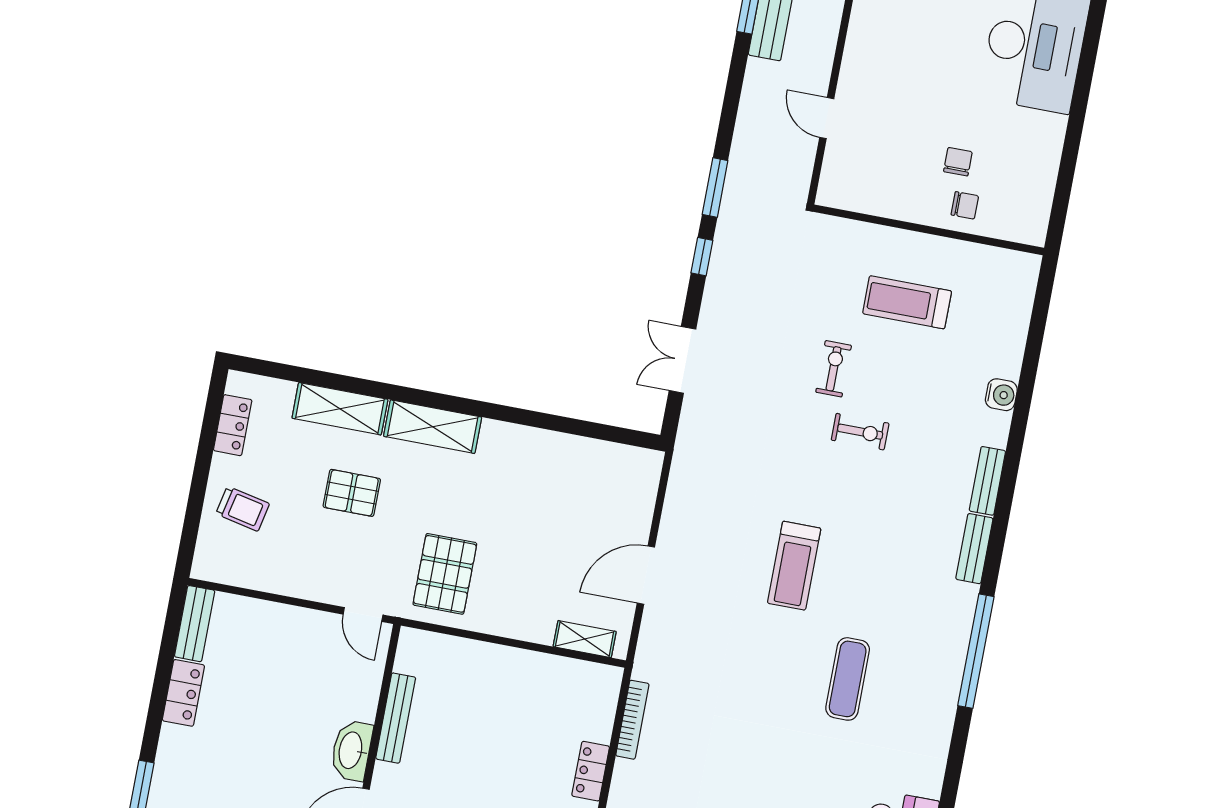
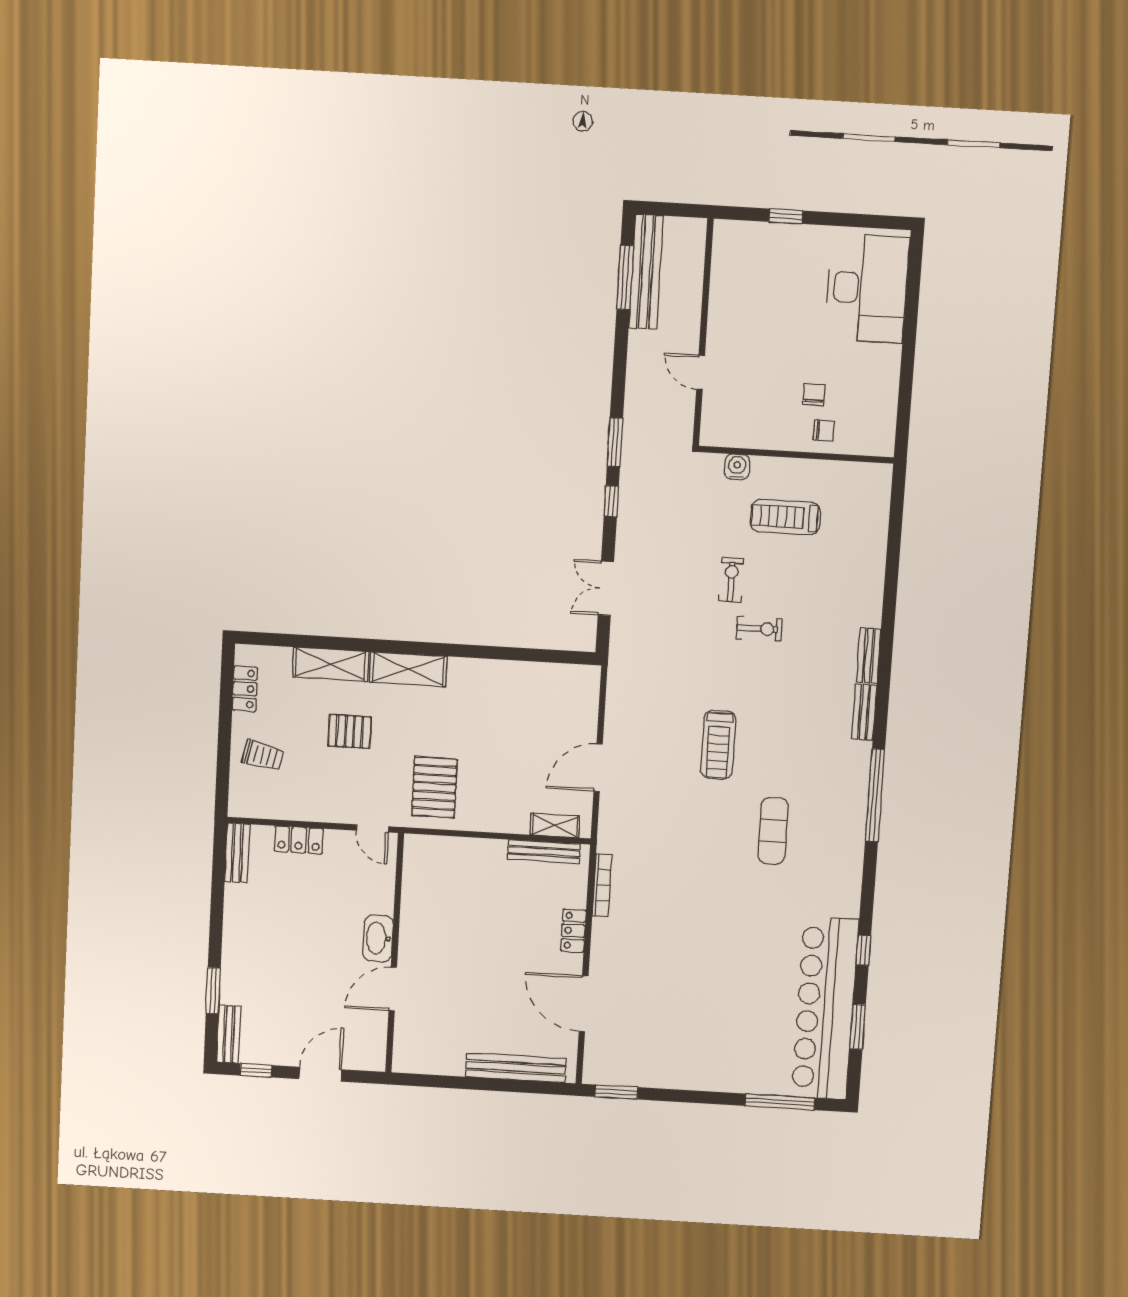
water cooler: (1001, 395) -> (737, 467), moved, turned -90
locker: (183, 693) -> (299, 840), moved, turned 90
bench: (396, 718) -> (544, 852), moved, turned 90

